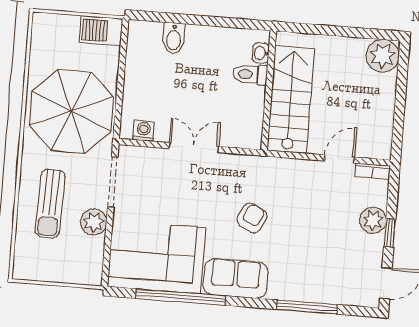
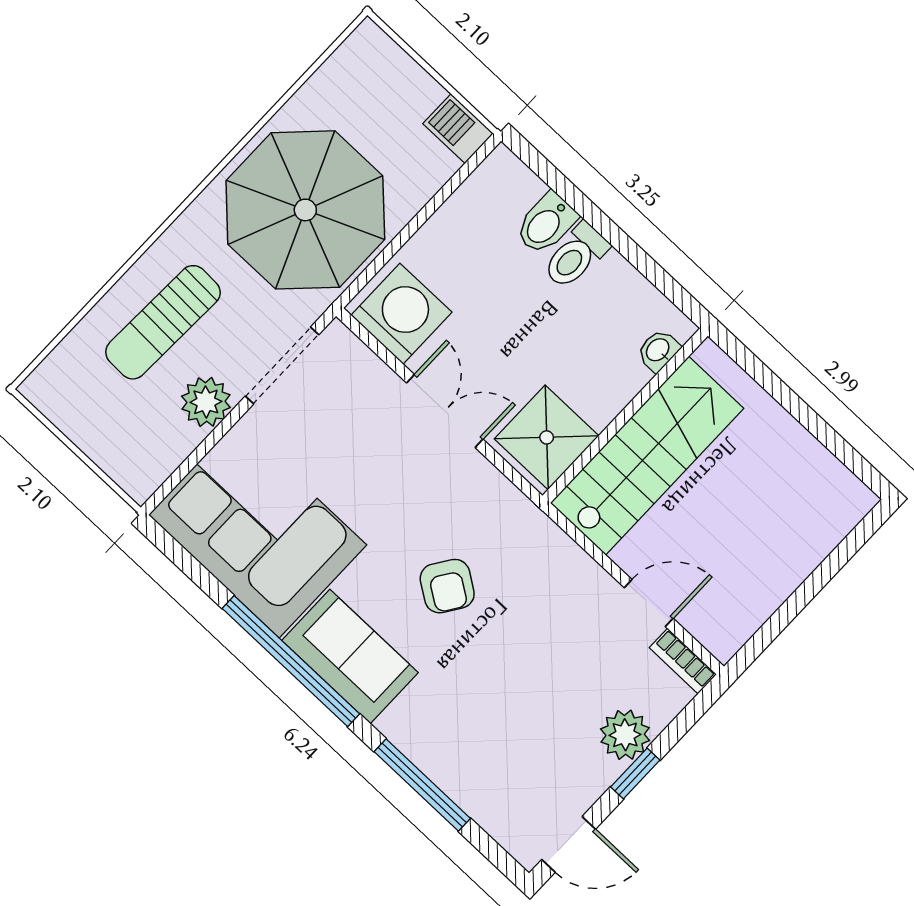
barbecue: (101, 31) -> (458, 129), width x0.73, depth x0.79
plant: (383, 56) -> (837, 501), removed
toilet: (250, 74) -> (576, 256), moved, turned -90
shower: (244, 125) -> (547, 437), added
washing machine: (144, 131) -> (401, 314), width x1.89, depth x1.89
armchair: (252, 218) -> (447, 586), turned 98
window: (181, 297) -> (291, 661), moved

